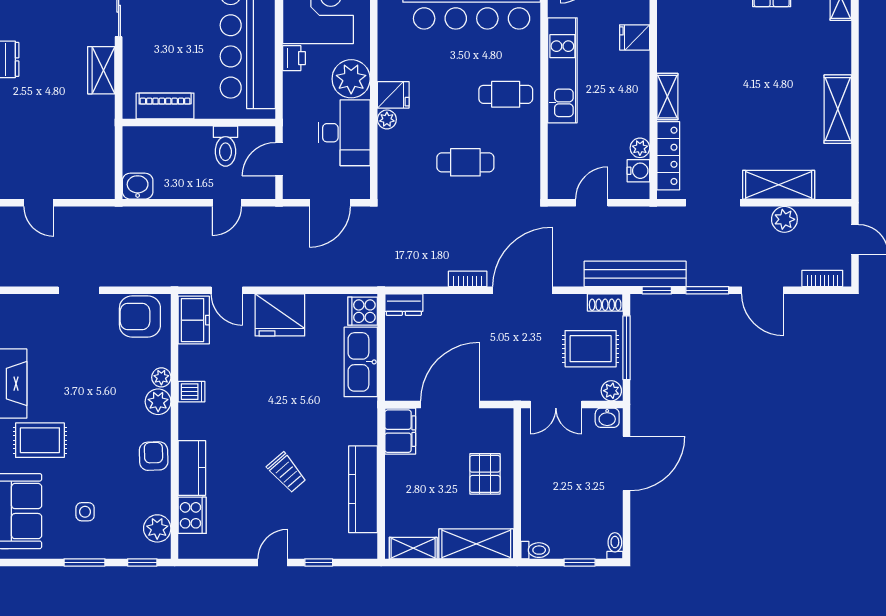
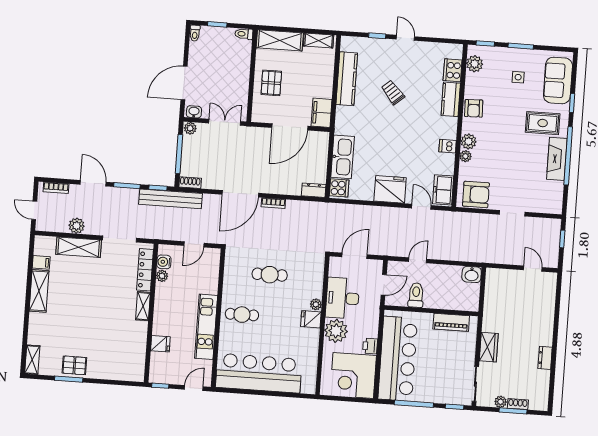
filing cabinet: (838, 156) -> (41, 262), added
rug: (591, 349) -> (201, 155), removed
door: (273, 562) -> (405, 38), swing flipped

